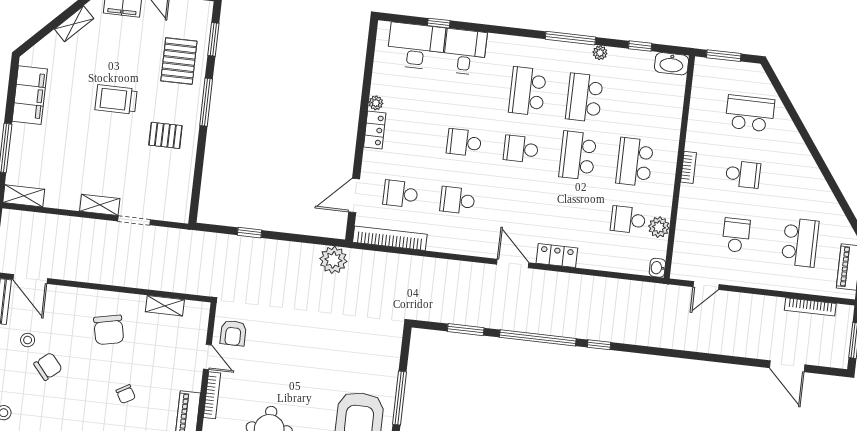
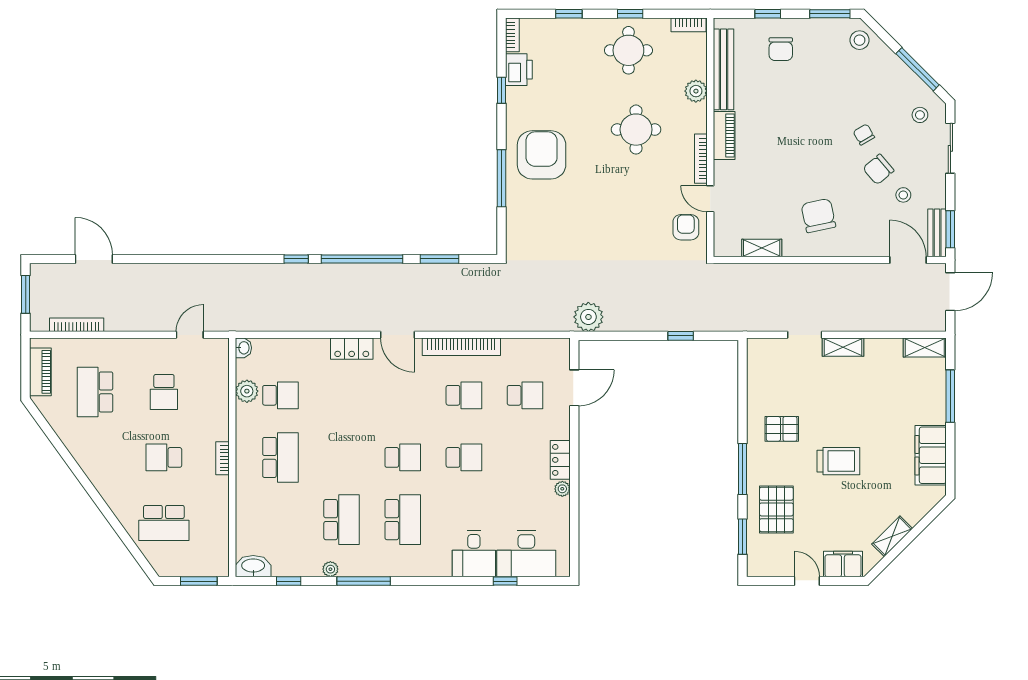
school desk: (578, 155) -> (342, 457), removed
bookcase: (390, 238) -> (461, 347), moved
chair: (126, 394) -> (864, 135), moved

